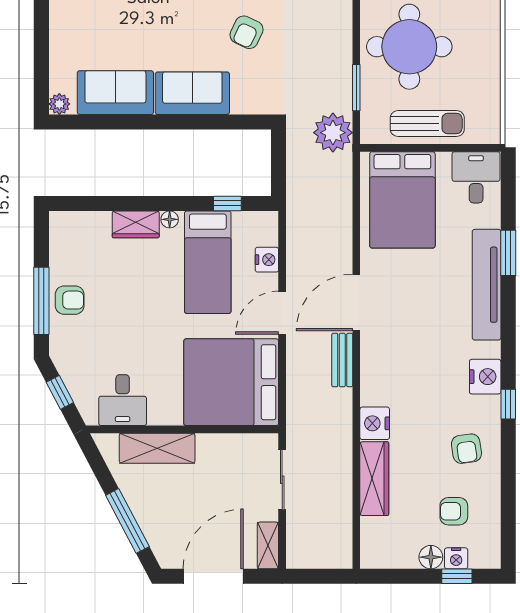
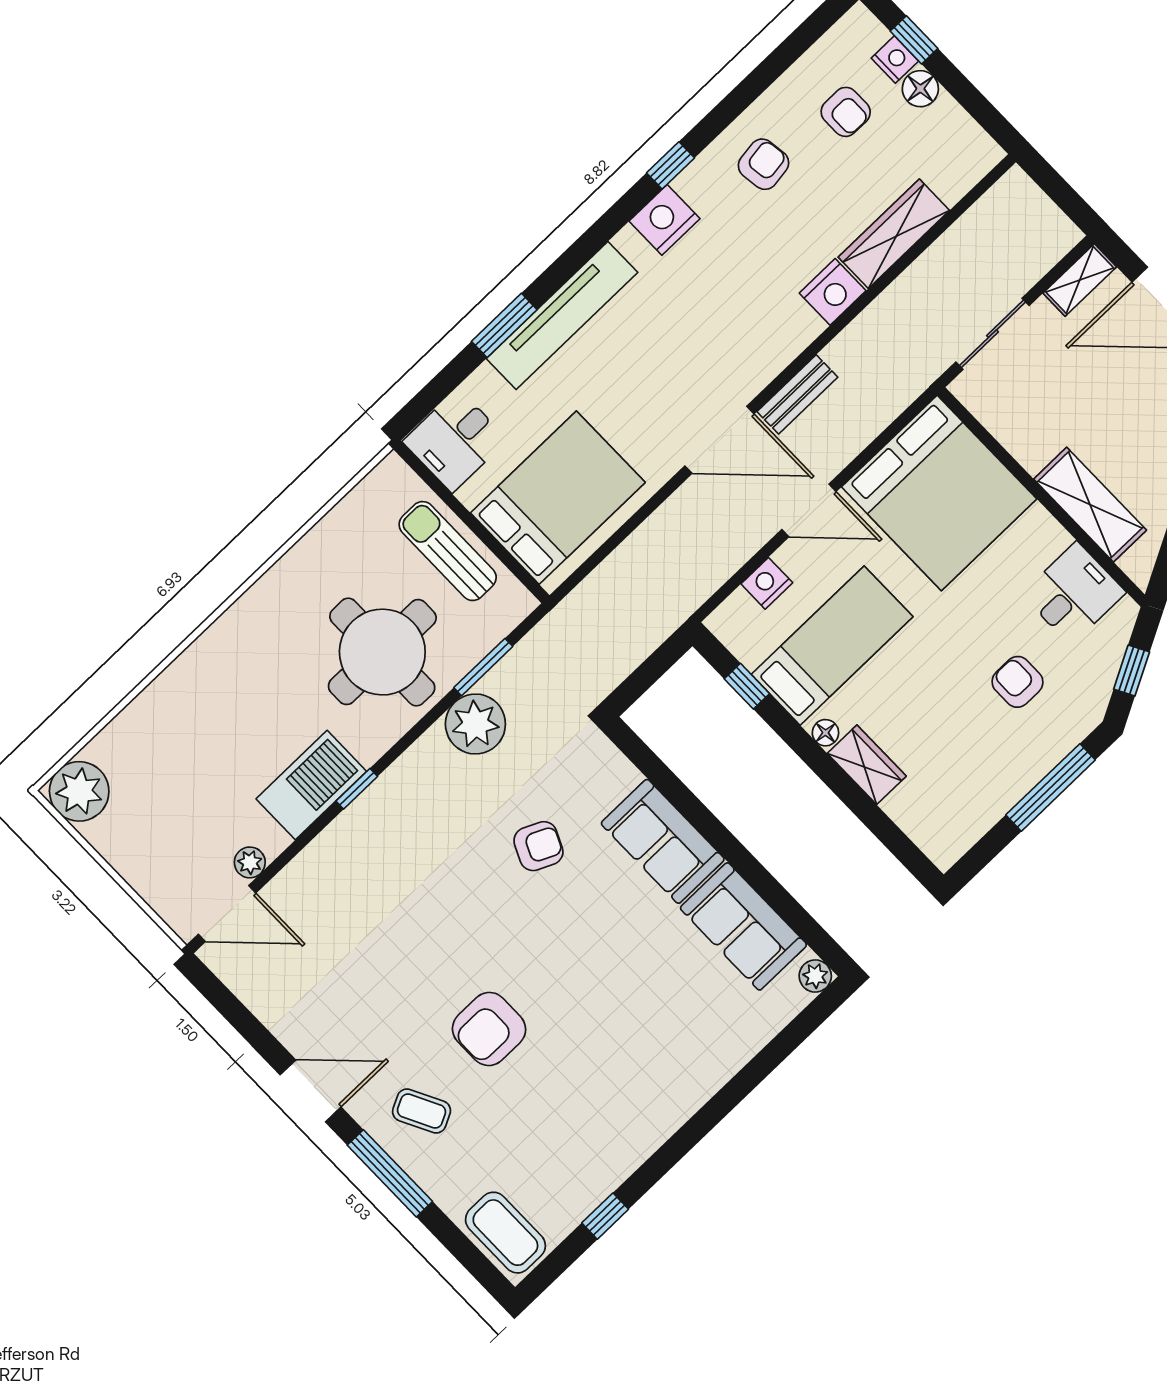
plant: (333, 133) -> (475, 724), moved
armchair: (70, 300) -> (1017, 682), moved

